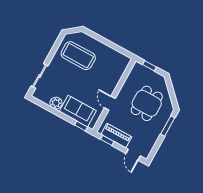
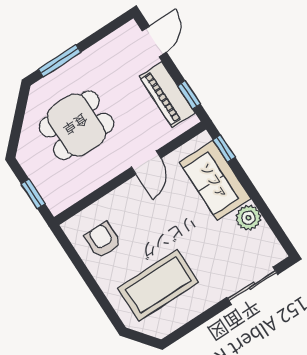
coffee table: (78, 56) -> (158, 285), turned 90
armchair: (111, 62) -> (103, 240), added

